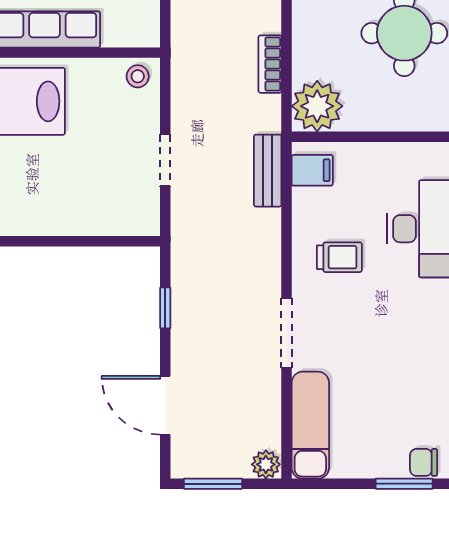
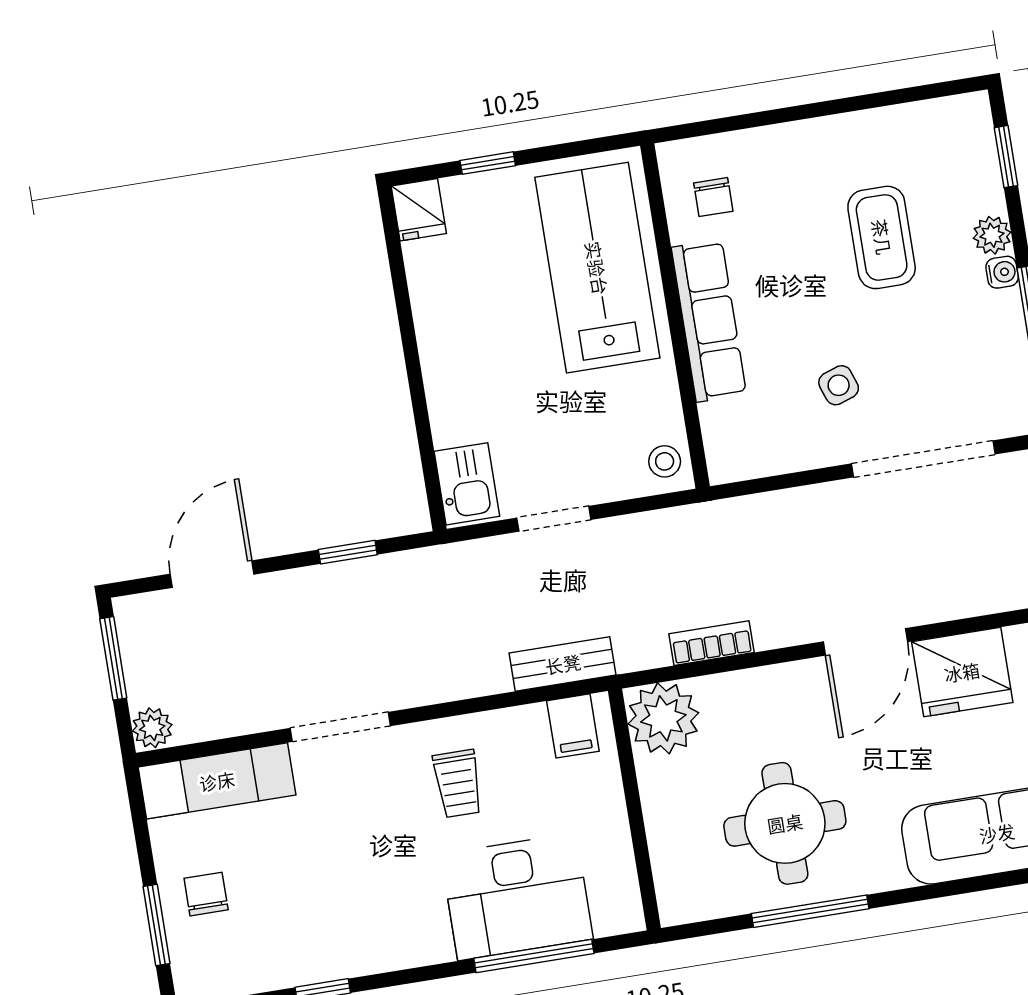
kitchen sink: (131, 217) -> (467, 484), added
chair: (424, 462) -> (206, 894), moved

